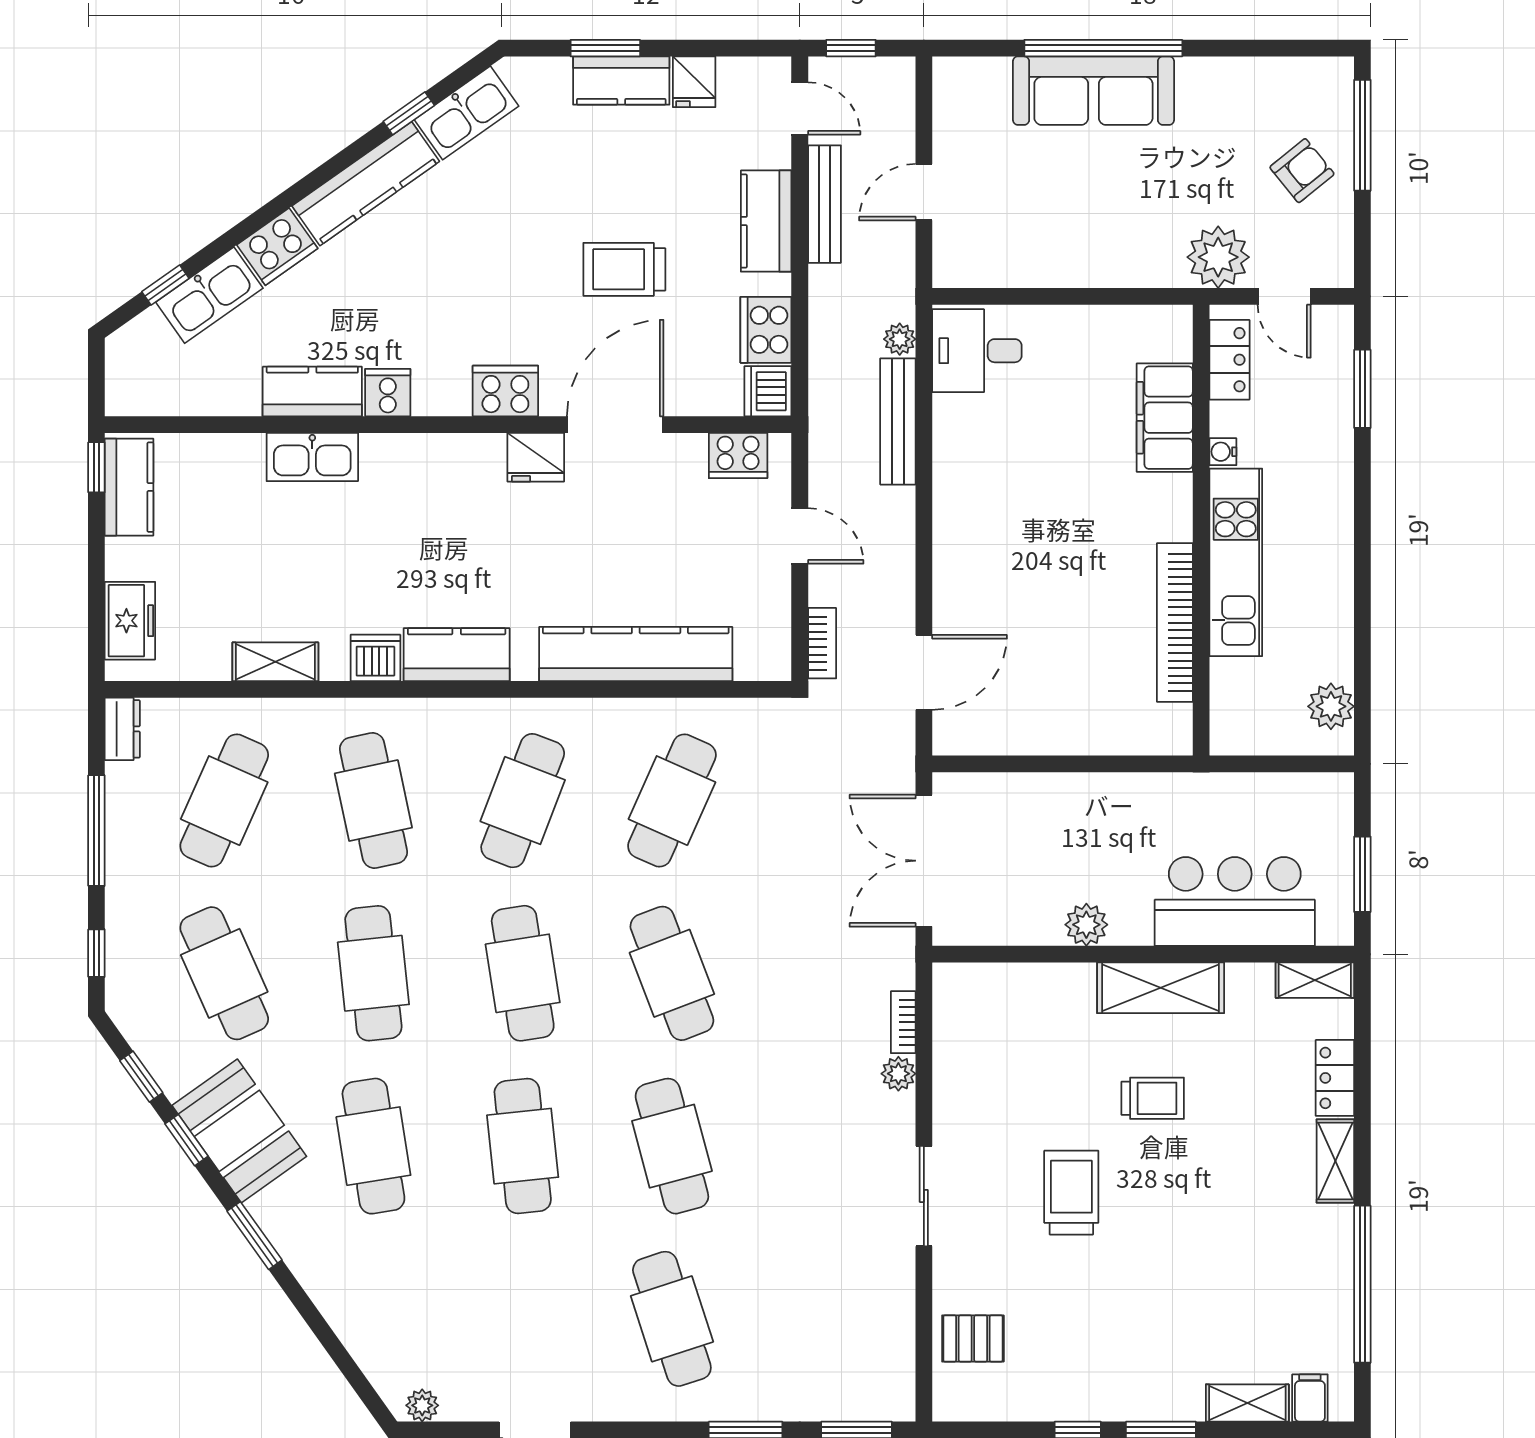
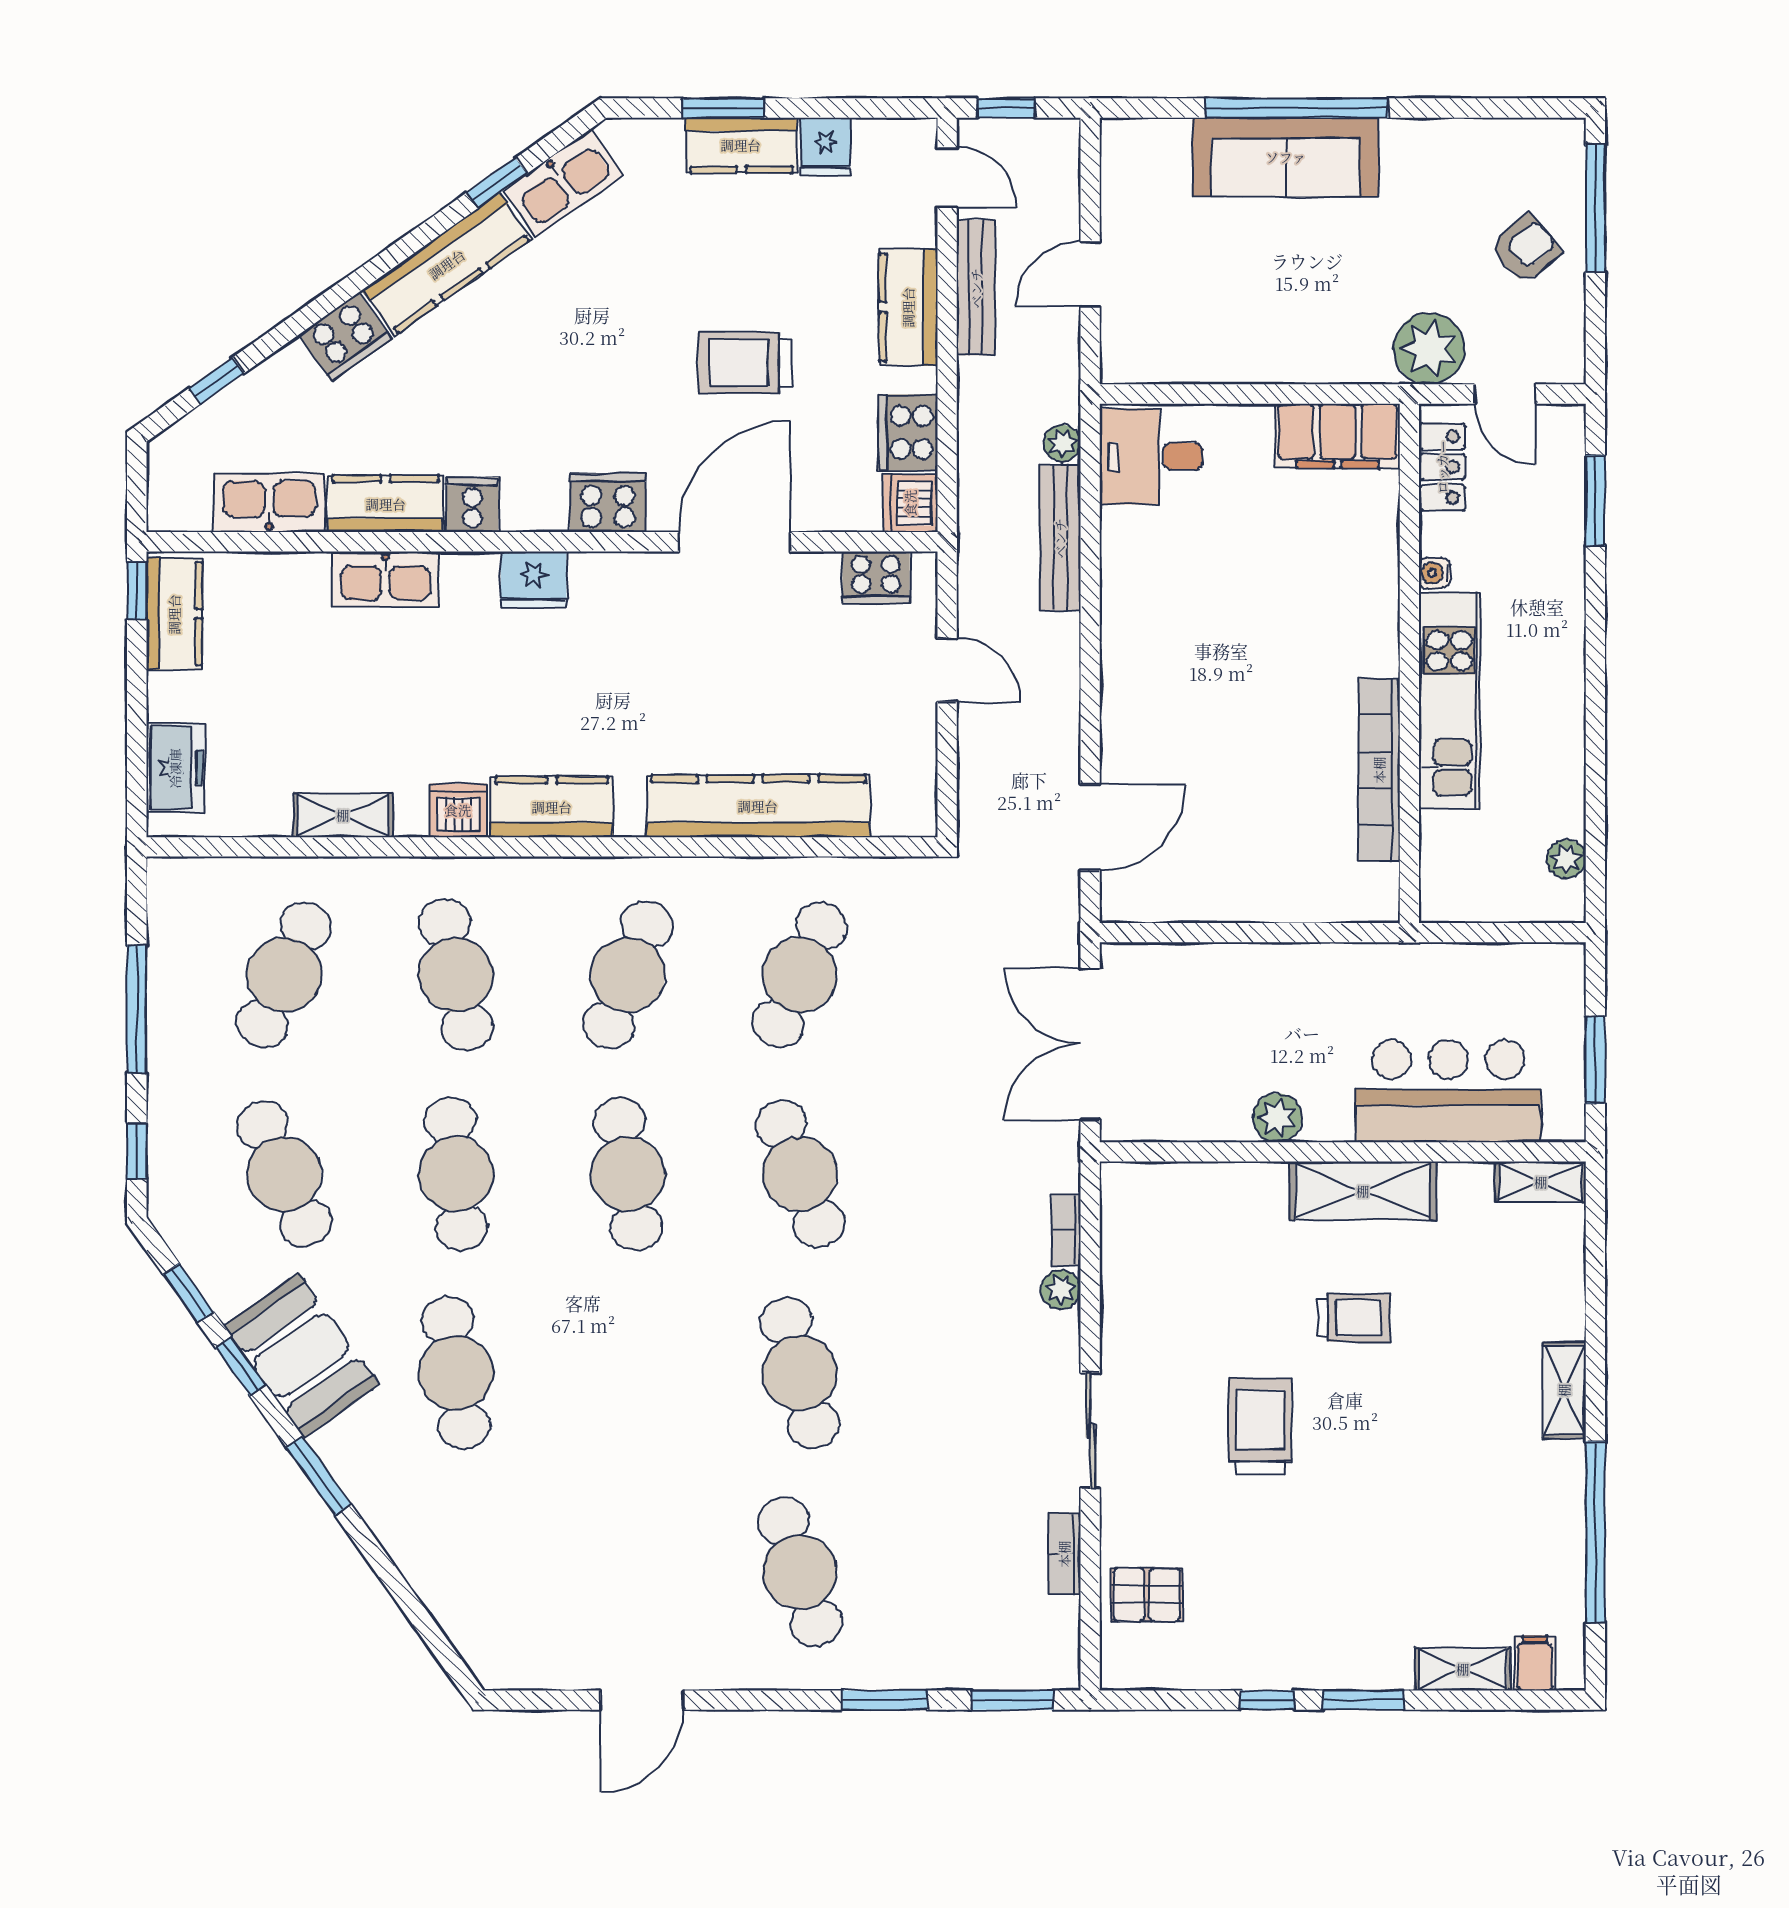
kitchen sink: (209, 295) -> (269, 503), moved, turned -145
filing cabinet: (1165, 418) -> (1337, 436), moved, turned -90
fridge: (536, 457) -> (534, 579), moved
bookcase: (822, 643) -> (1064, 1554), moved, turned 180
plant: (1331, 706) -> (1566, 859), width x0.73, depth x0.73
dresser: (122, 729) -> (167, 892), removed
locker: (1335, 1078) -> (1564, 1294), removed
cafe table: (523, 1146) -> (628, 1373), removed
plant: (422, 1405) -> (512, 1672), removed

